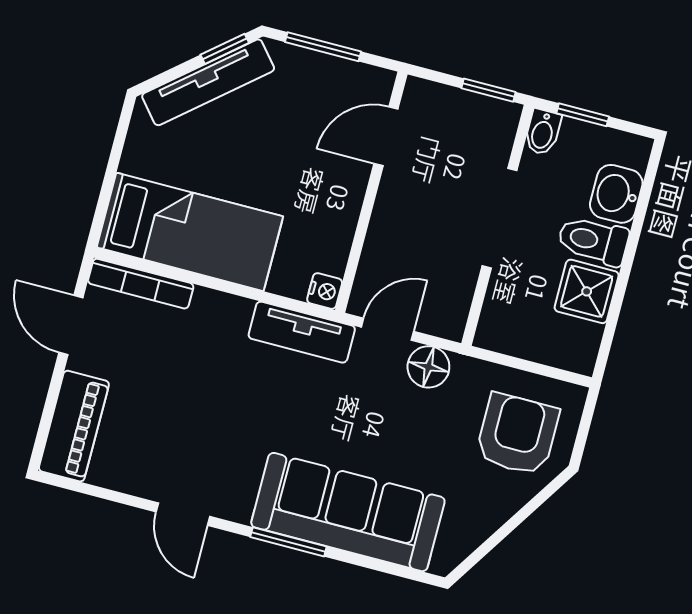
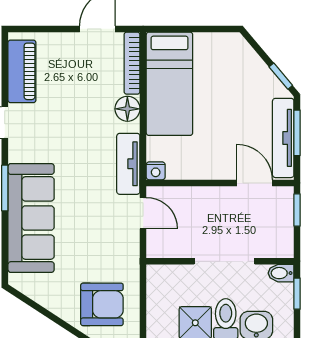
tv unit: (208, 82) -> (283, 138), moved, turned 40
window: (489, 90) -> (297, 210), moved
floor lamp: (428, 367) -> (127, 109), moved
piano: (74, 426) -> (22, 71), moved, turned -90

